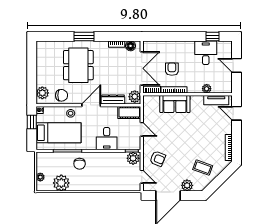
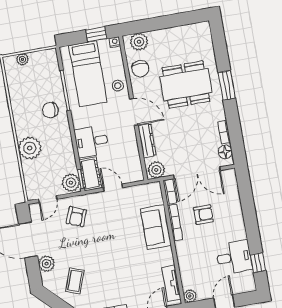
plant: (207, 89) -> (190, 296), moved
cot: (129, 112) -> (90, 174), moved
door: (142, 129) -> (113, 188), swing flipped
plant: (61, 183) -> (30, 148), moved

